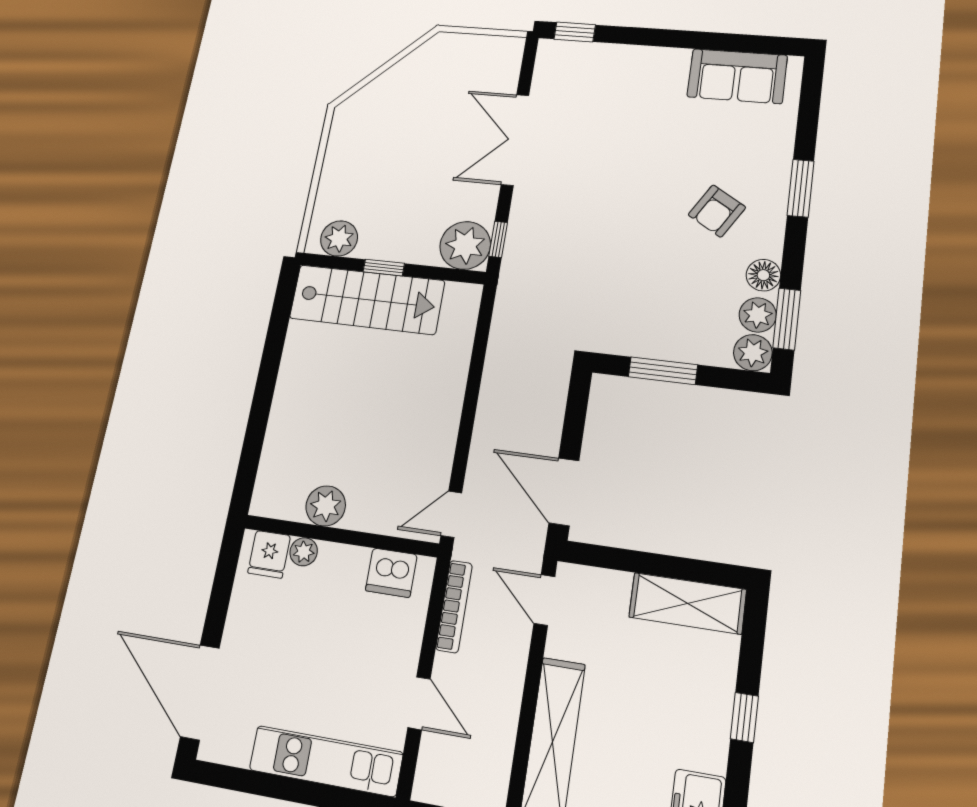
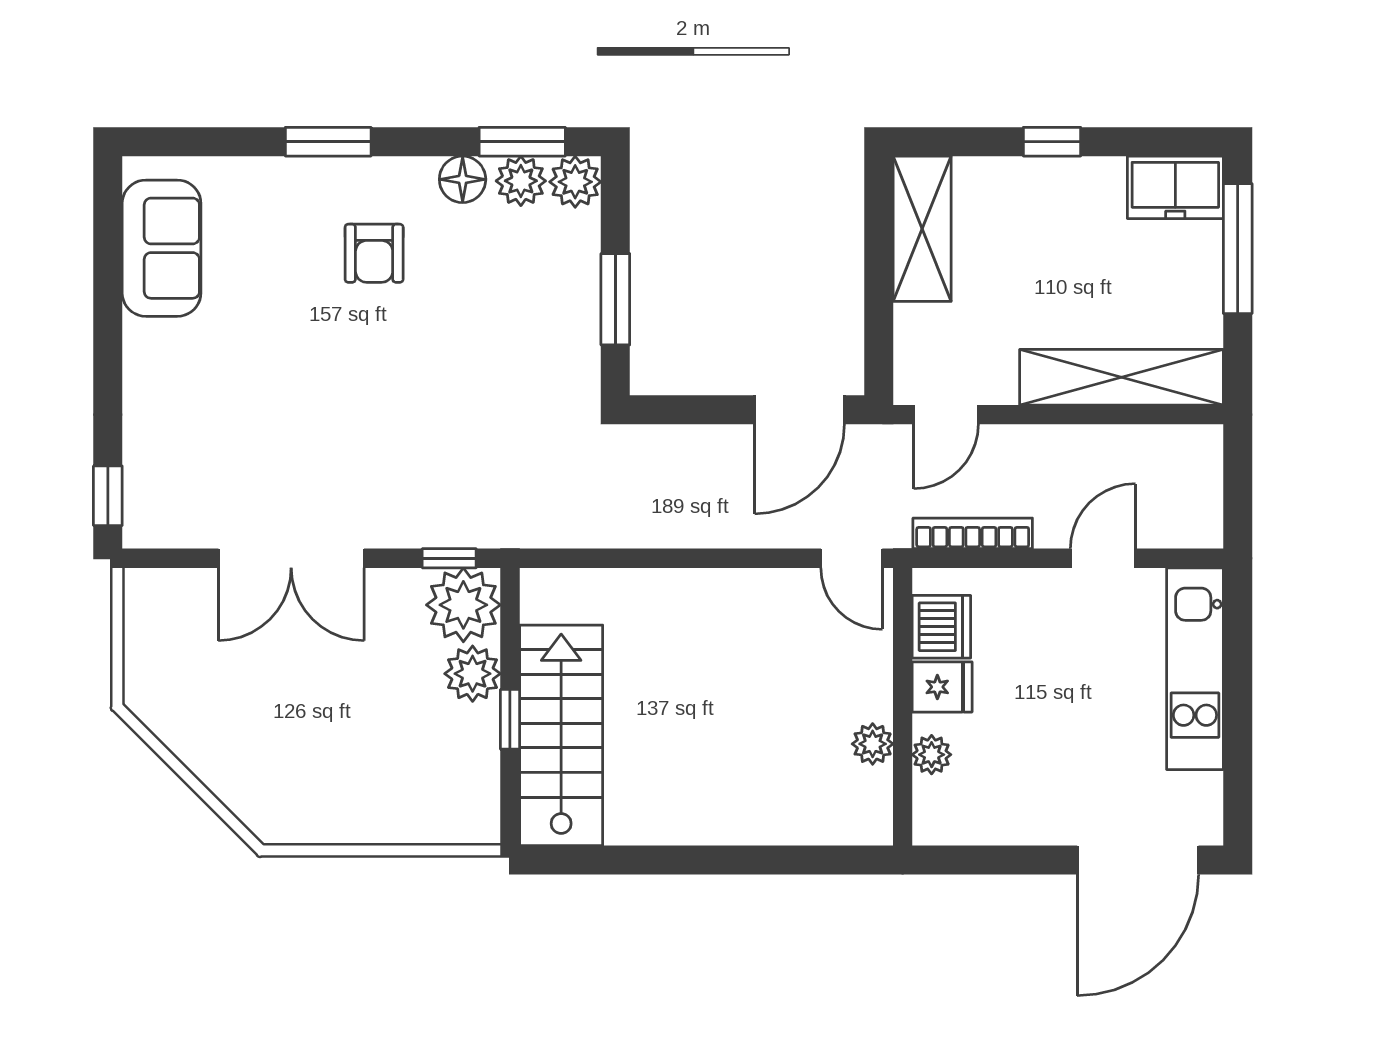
armchair: (717, 211) -> (374, 253), turned 59
plant: (339, 238) -> (473, 674), moved
plant: (326, 506) -> (873, 744), width x0.73, depth x0.73
fridge: (269, 554) -> (942, 687), moved

